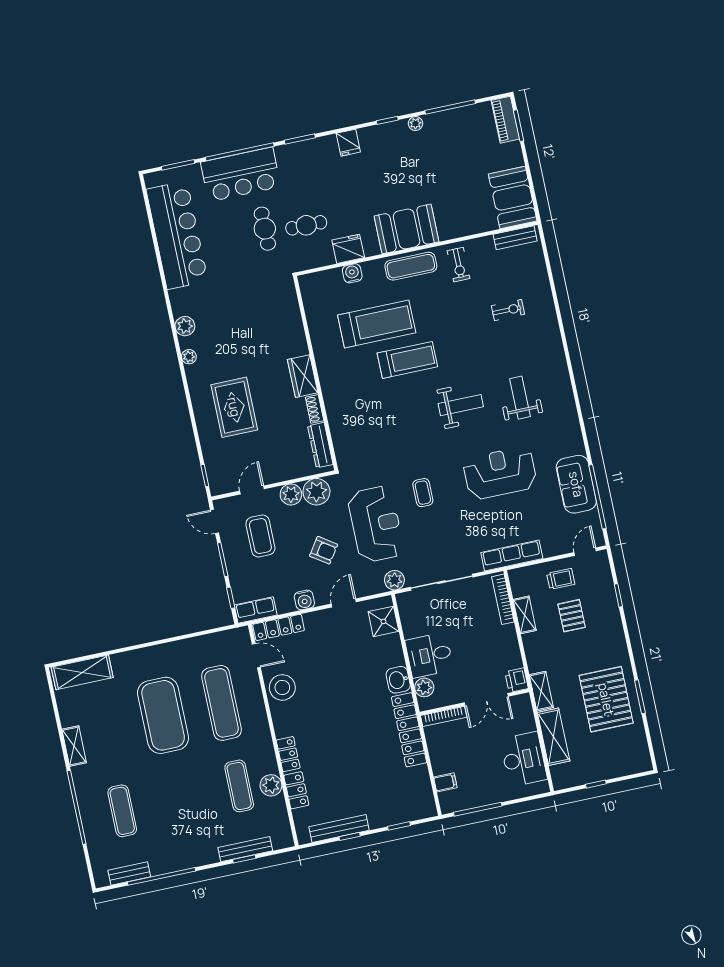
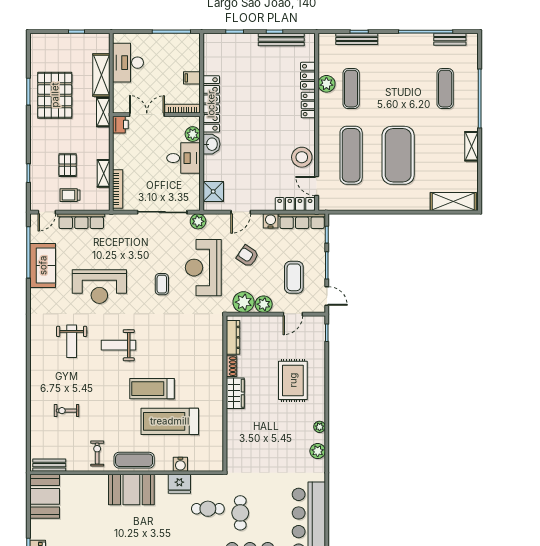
row of seats: (512, 556) -> (81, 221), moved
row of seats: (256, 610) -> (302, 221), width x1.48
filing cabinet: (445, 782) -> (192, 78), moved

